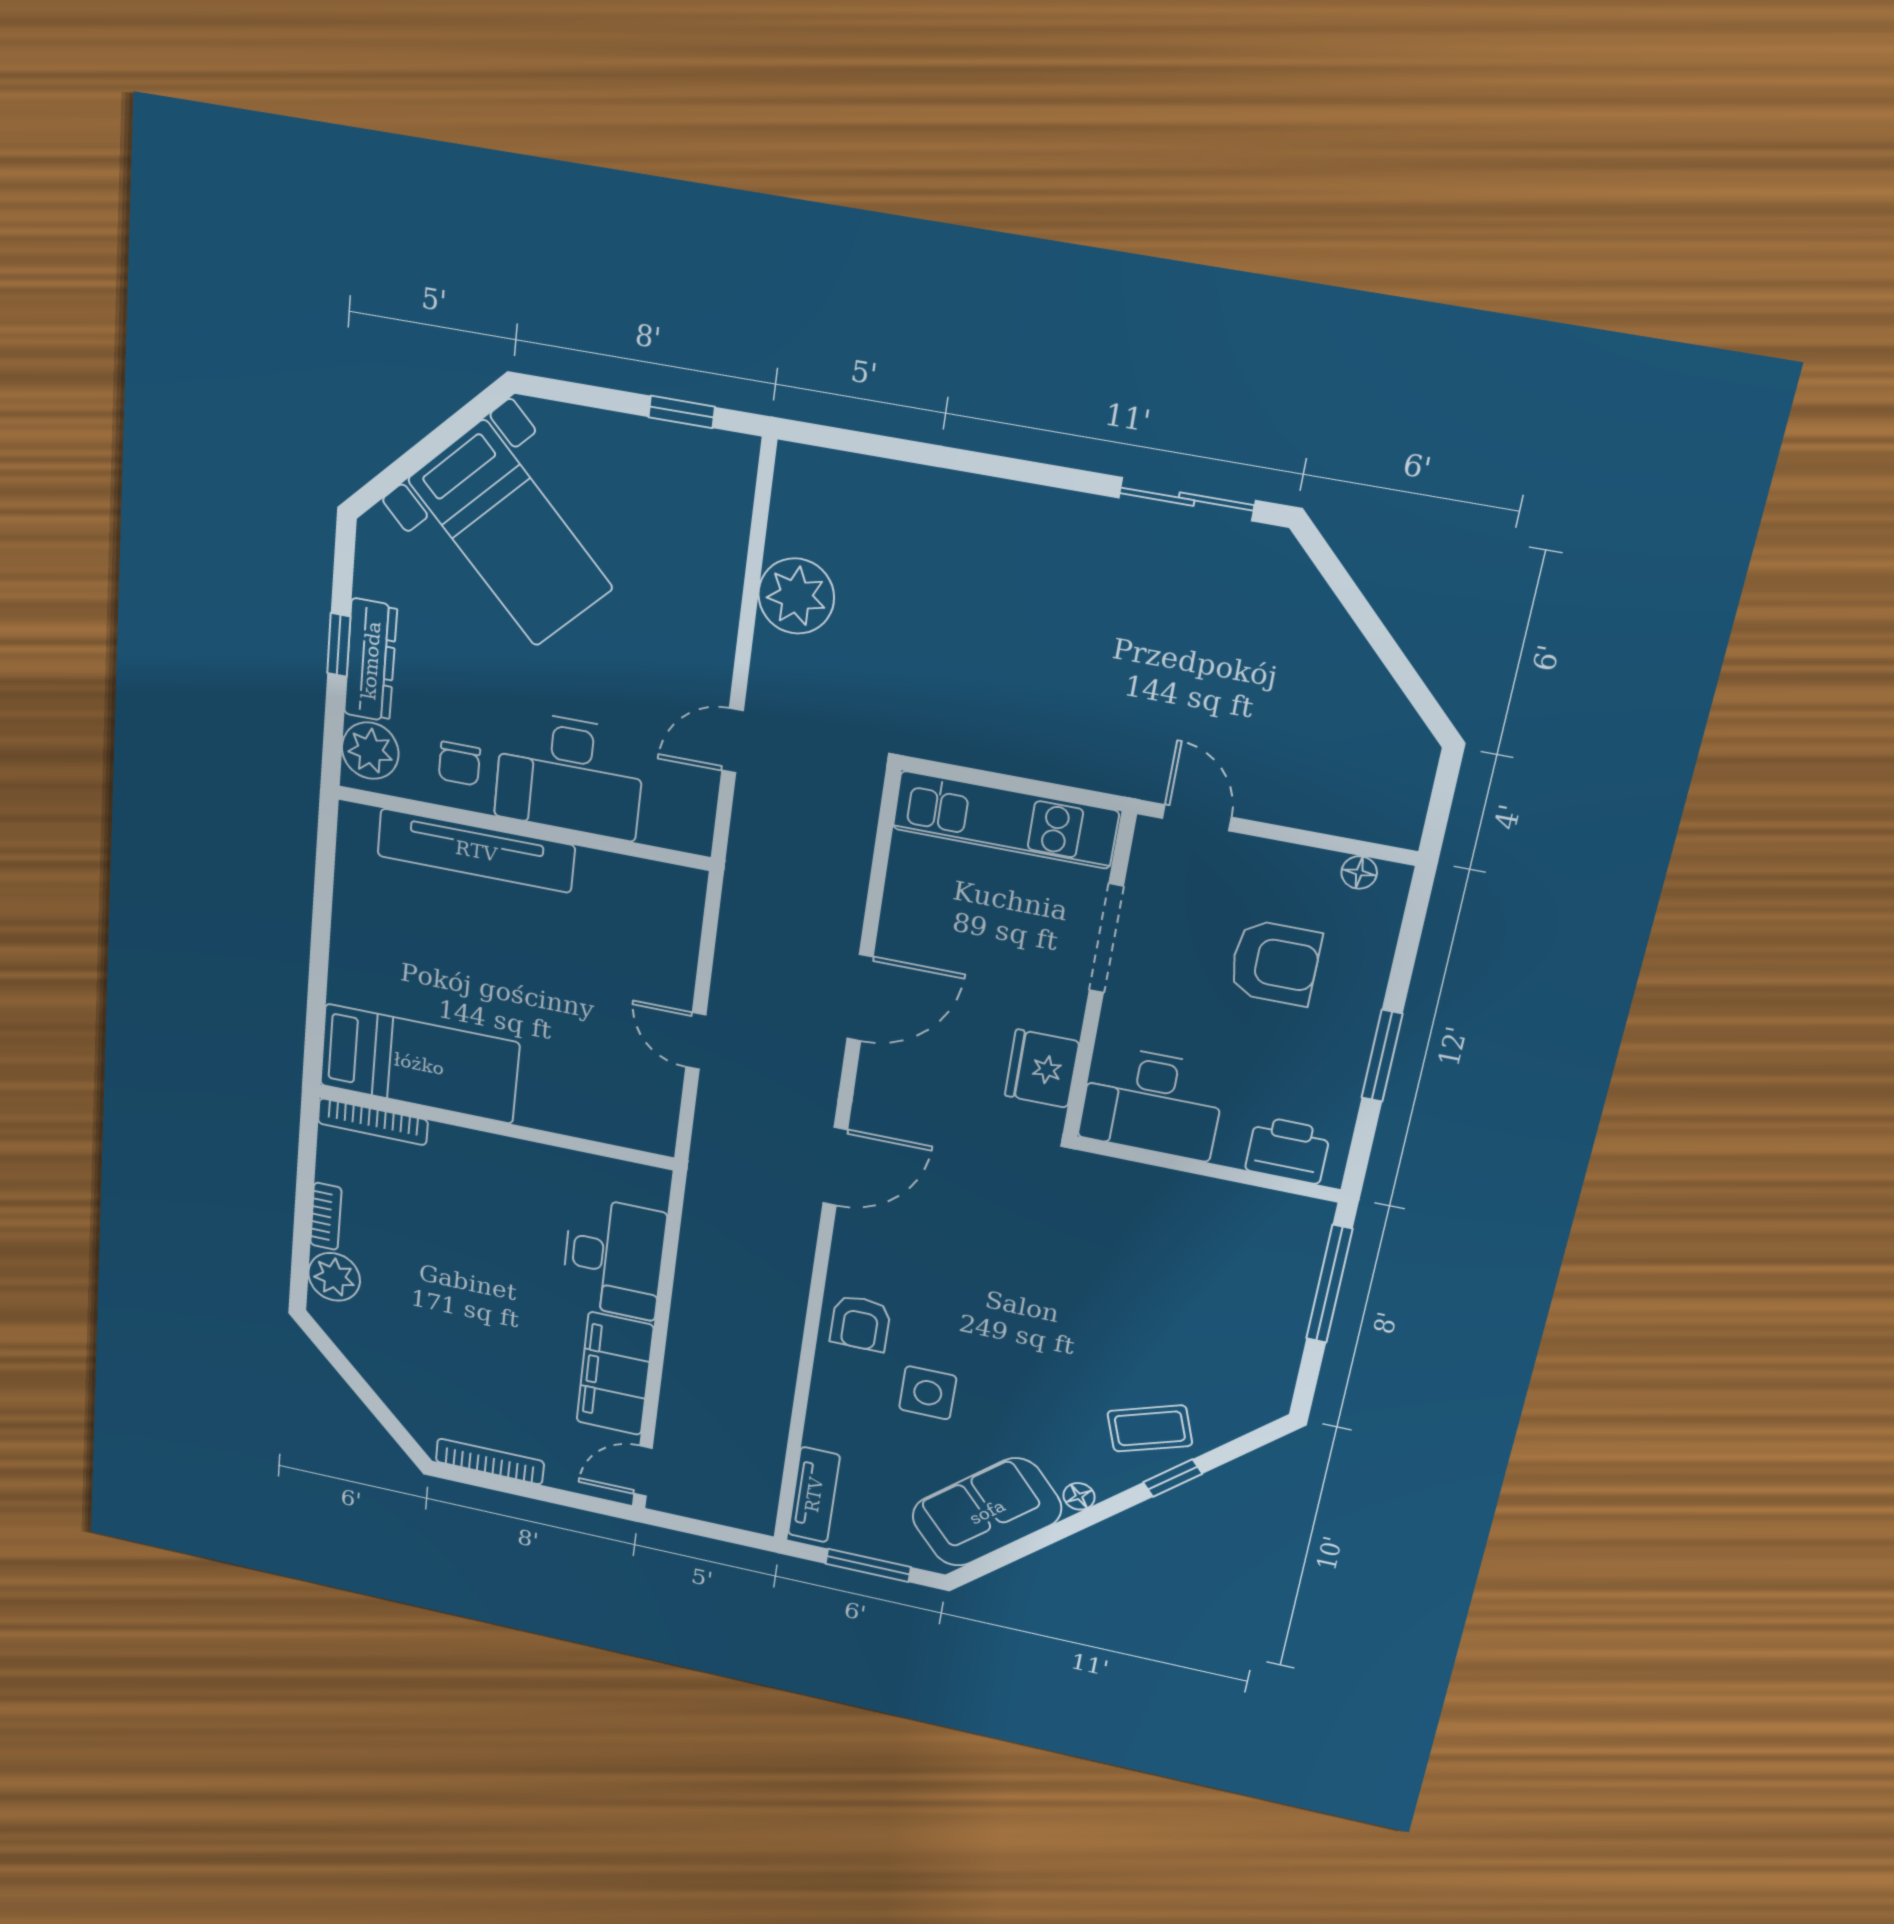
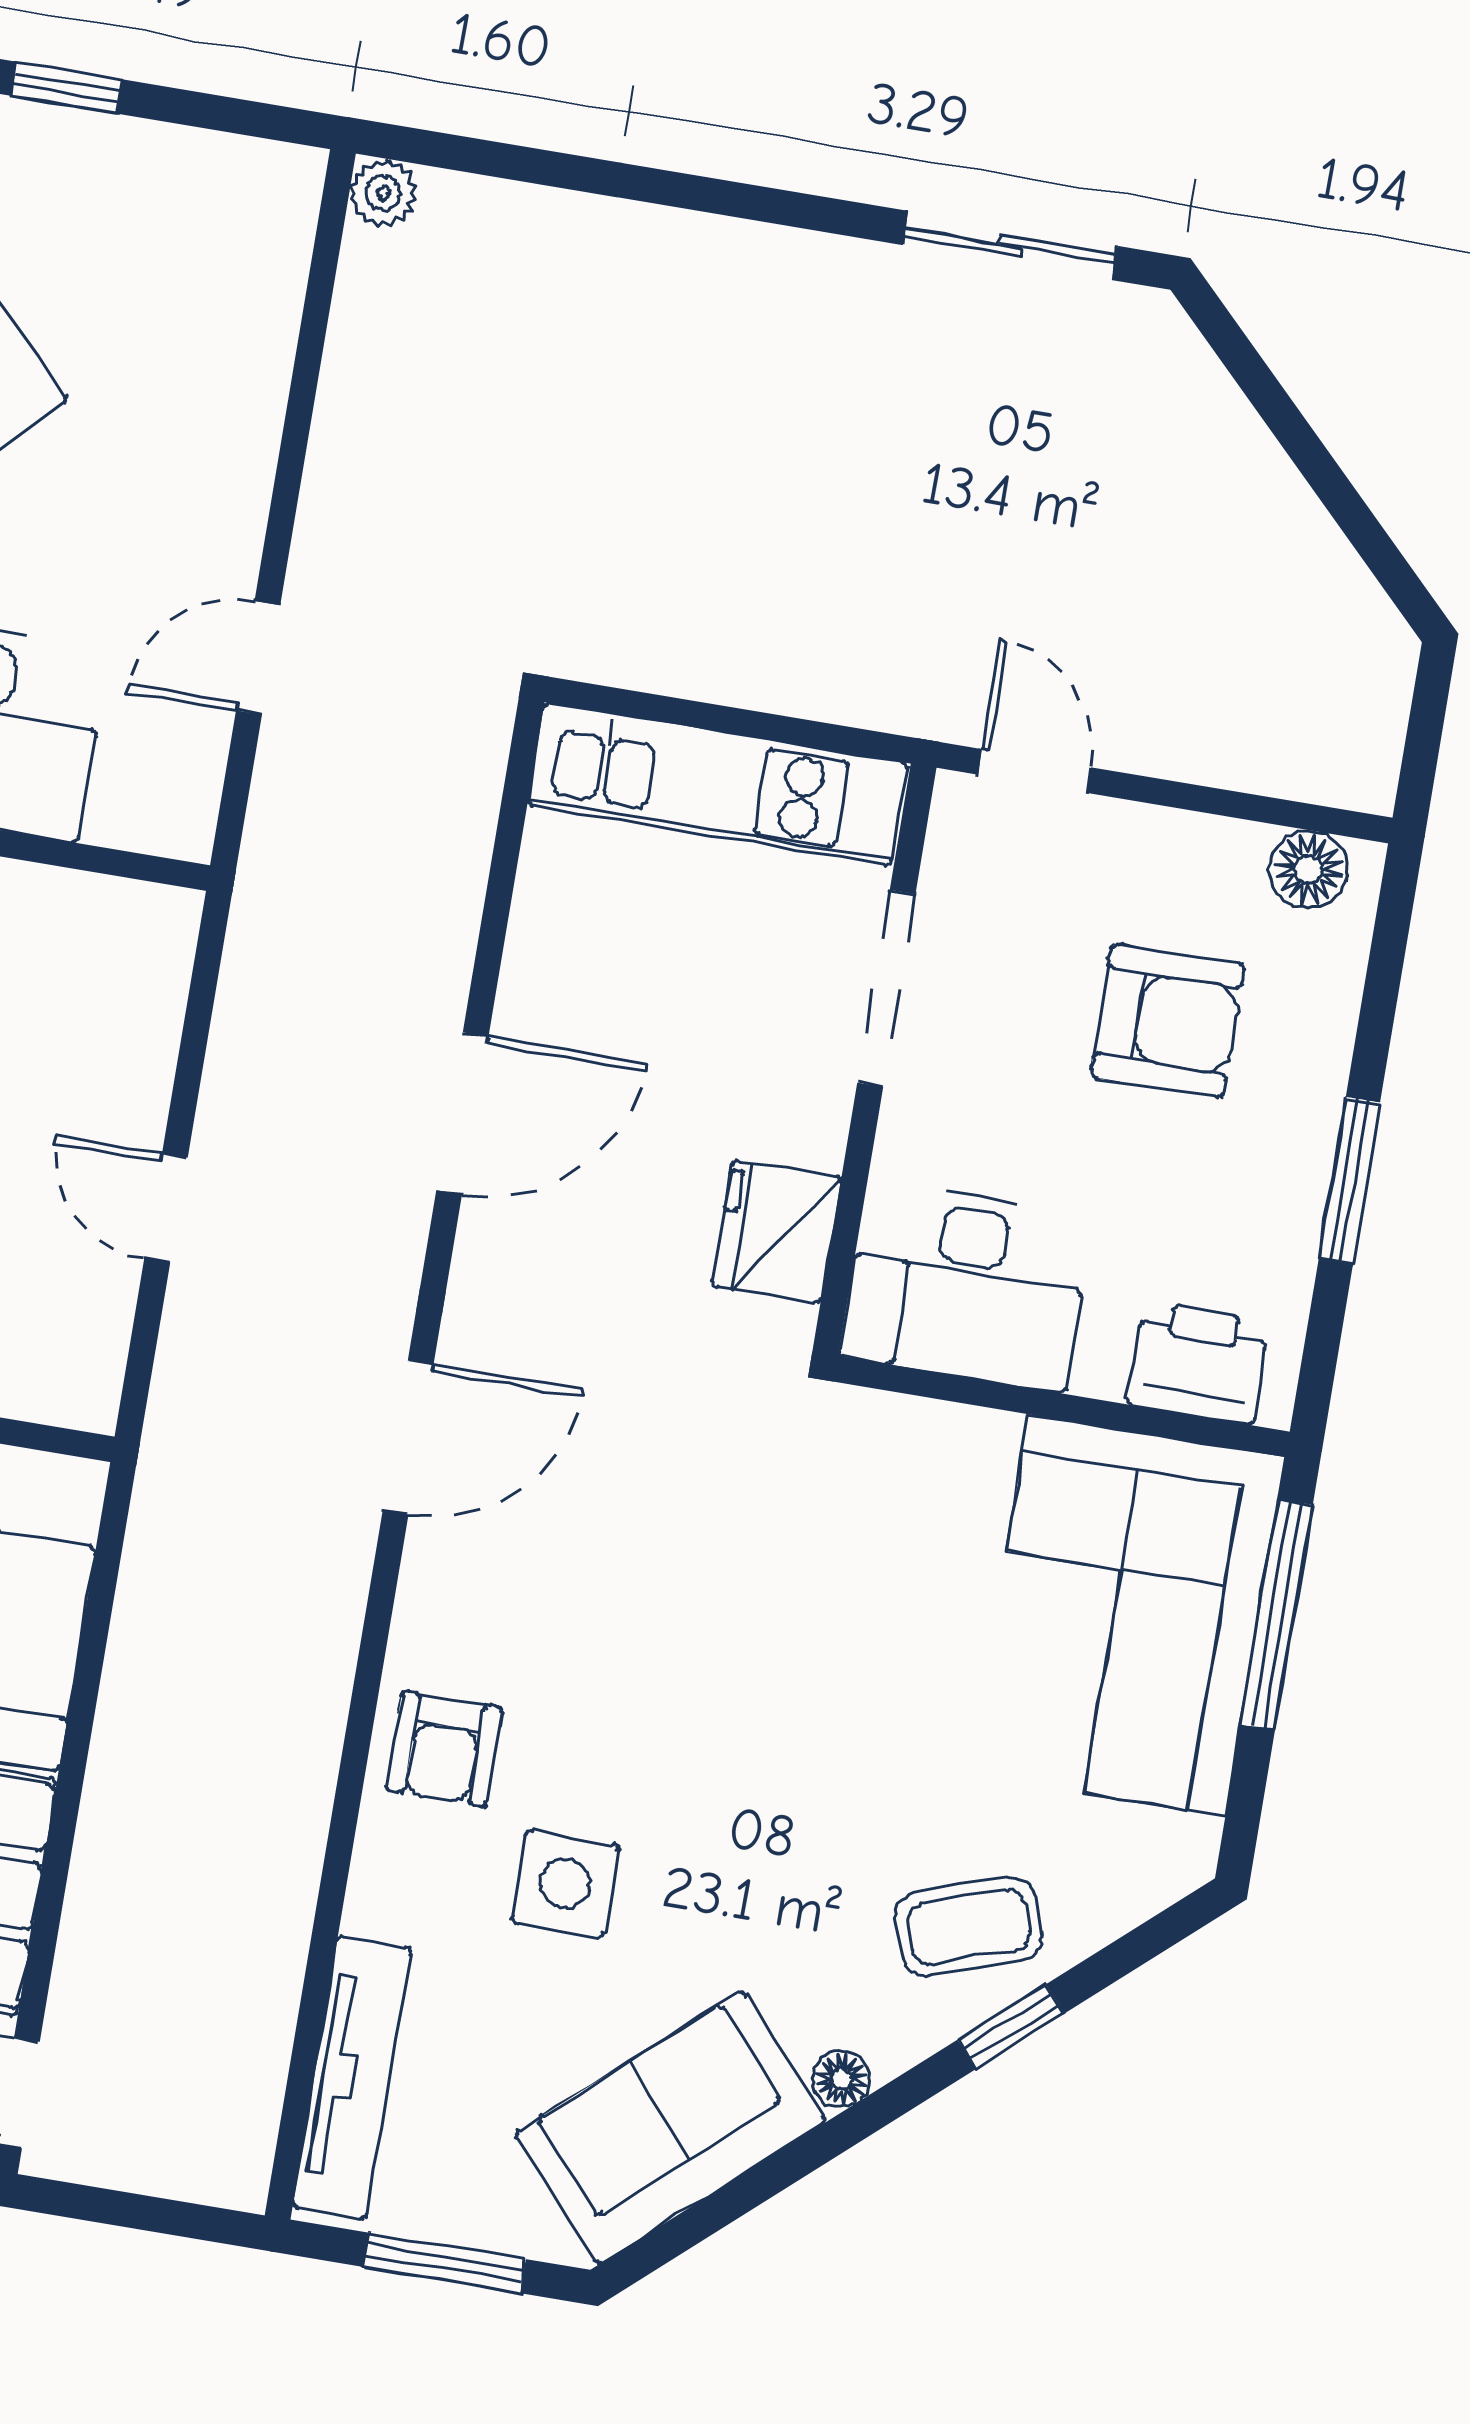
window: (682, 412) -> (67, 88), moved
plant: (796, 596) -> (383, 193), moved, width x0.53, depth x0.53
floor lamp: (1359, 872) -> (1308, 869), width x1.37, depth x1.37
corner sofa: (1243, 1279) -> (1127, 1615), added
tv unit: (814, 1495) -> (352, 2078), width x1.41

